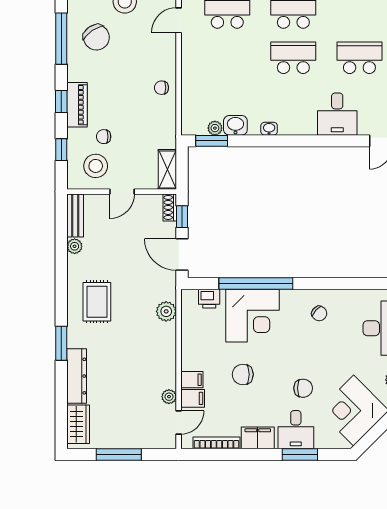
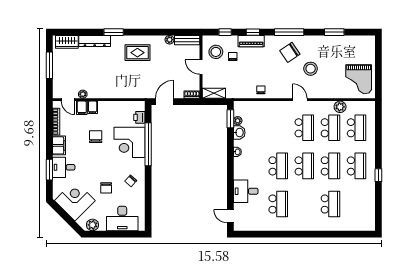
window: (182, 217) -> (187, 102), removed
plant: (166, 311) -> (132, 93), removed
chair: (303, 388) -> (106, 188), moved

